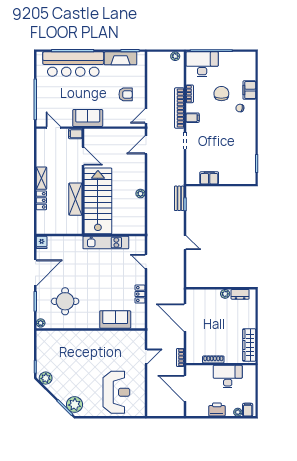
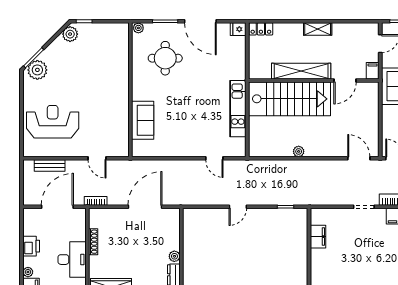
bench: (179, 198) -> (50, 165), moved
shelving: (75, 199) -> (301, 71), width x1.47
locker: (41, 200) -> (261, 29), moved
door: (146, 262) -> (214, 158), swing flipped
locker: (140, 294) -> (174, 151), removed
reception desk: (116, 392) -> (53, 122), turned 180

